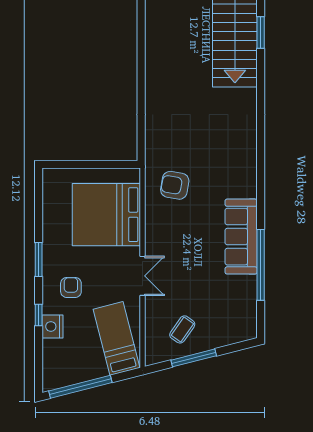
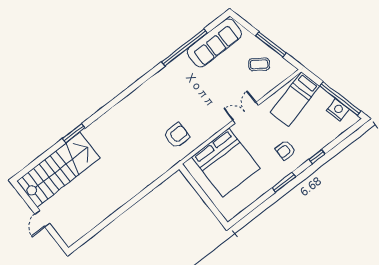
window: (261, 32) -> (74, 133), moved
armchair: (175, 185) -> (177, 135), turned -100
sofa: (241, 237) -> (214, 43), moved
nightstand: (52, 326) -> (338, 110), moved, turned -104

